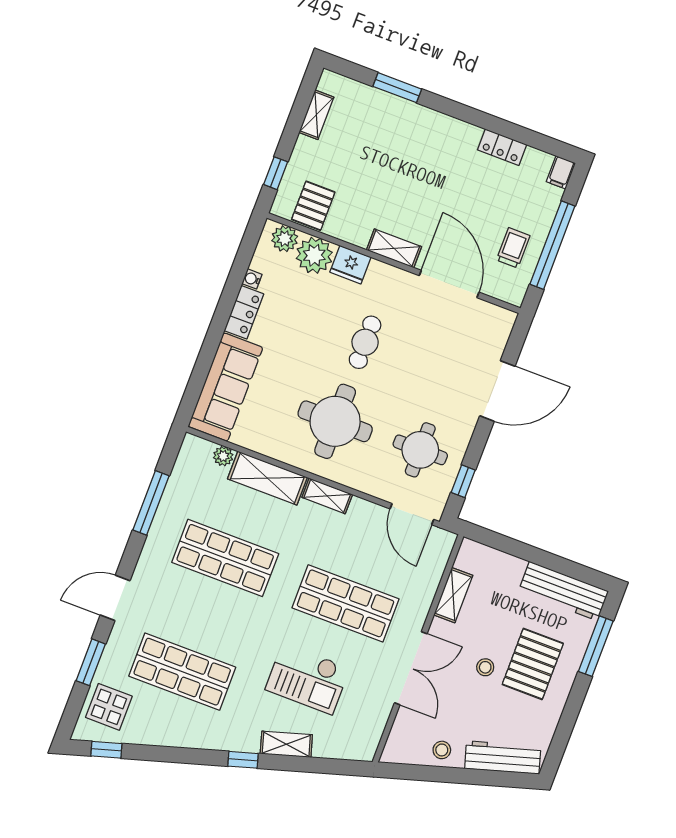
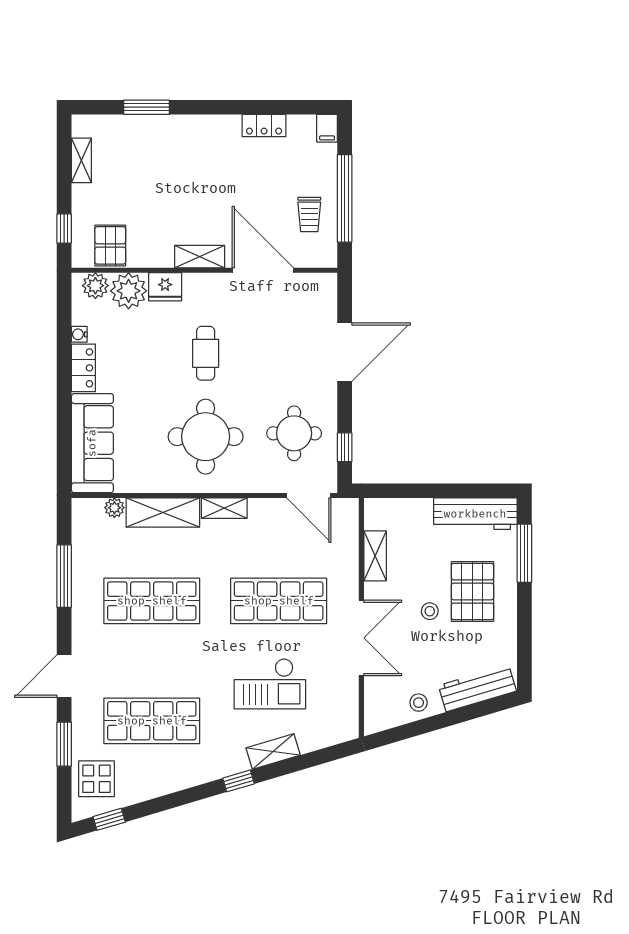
trolley: (513, 248) -> (309, 215), turned 180

